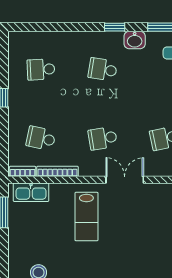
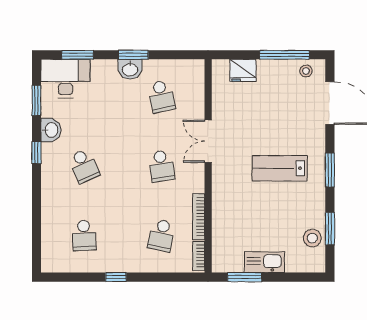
school desk: (103, 69) -> (84, 166), turned -33
kitchen sink: (31, 192) -> (264, 262), moved, turned -90
lab bench: (86, 217) -> (280, 168), moved, turned 180

